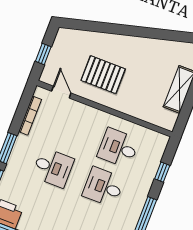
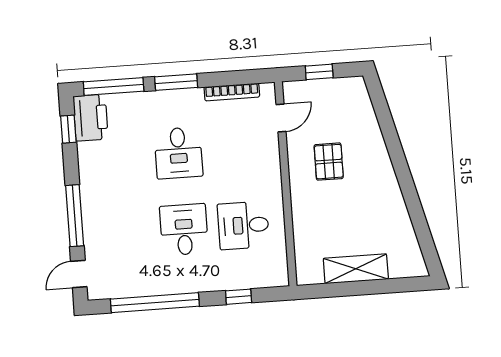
pallet: (103, 75) -> (329, 162), width x0.67, depth x0.71
desk: (118, 148) -> (243, 225), turned -90

